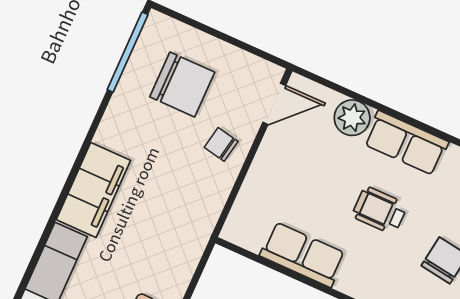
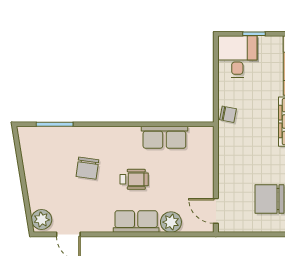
door: (274, 104) -> (216, 211), hinge flipped
chair: (221, 144) -> (228, 114), moved

